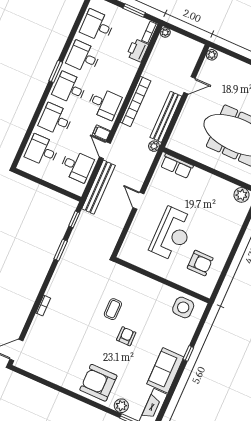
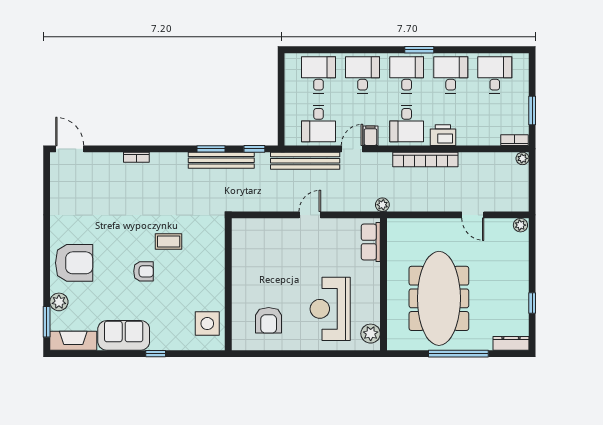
printer: (137, 50) -> (443, 135), moved
bench: (166, 117) -> (221, 160), moved
reception desk: (172, 234) -> (330, 309), moved, turned 90
armchair: (98, 383) -> (74, 263), turned 90

